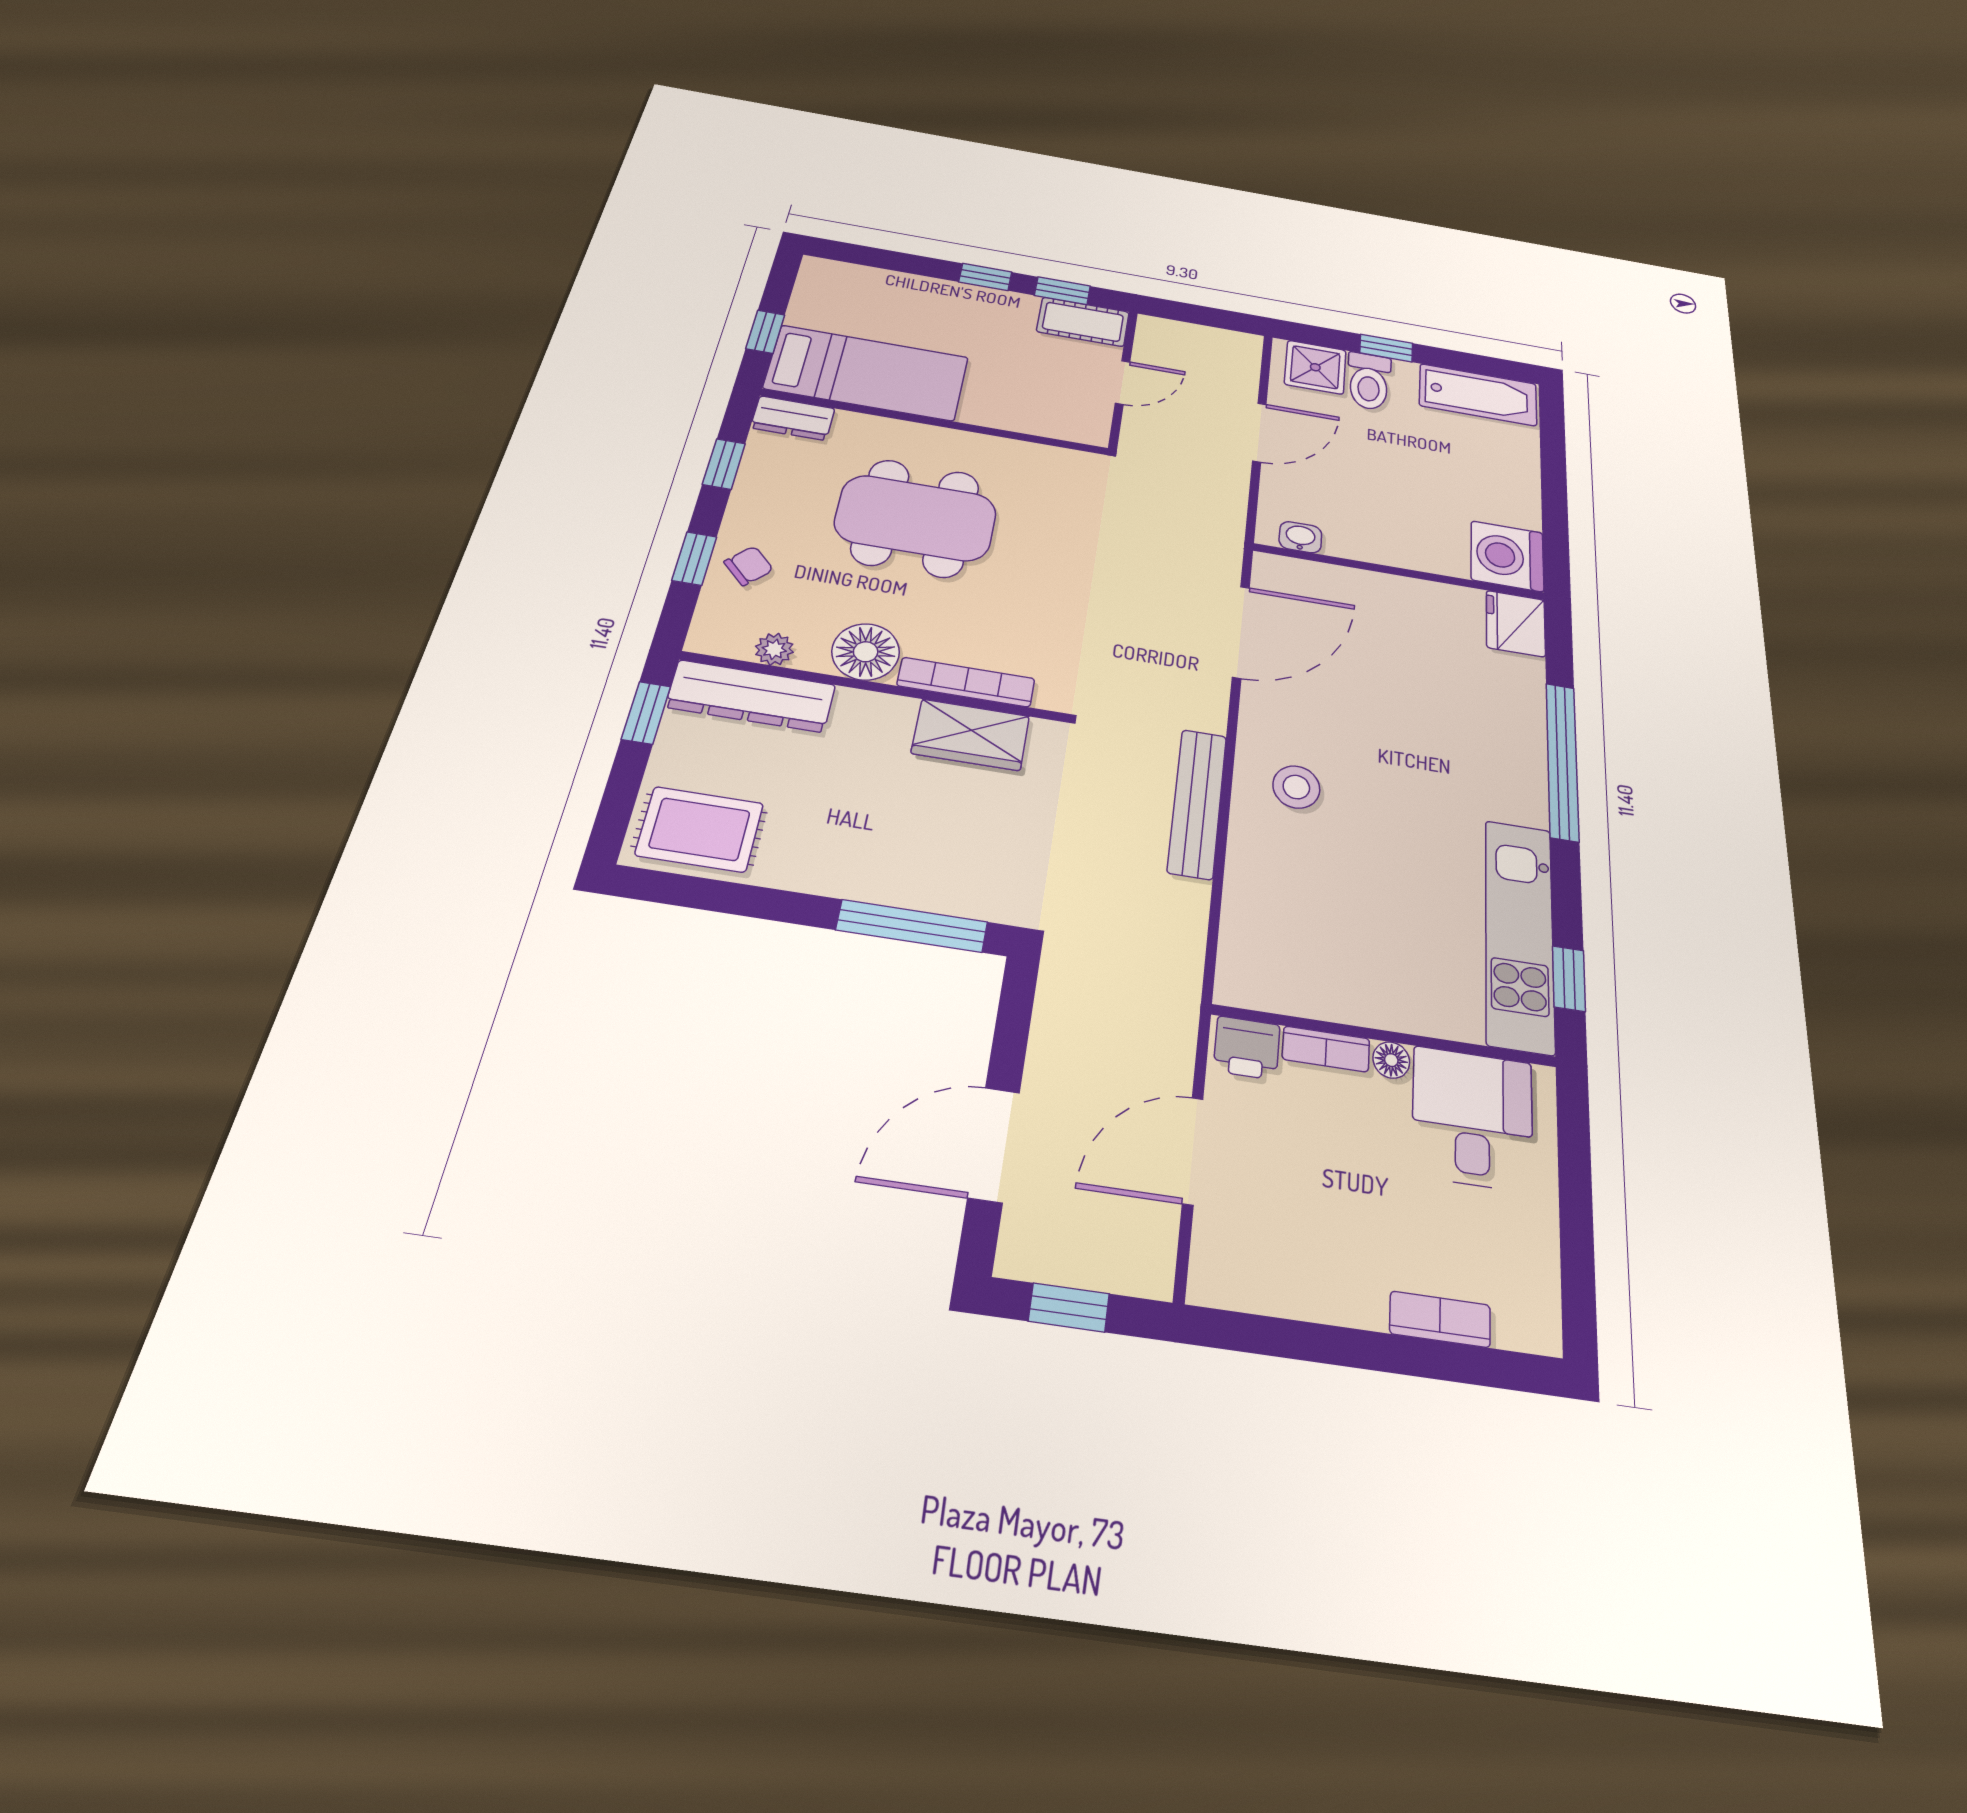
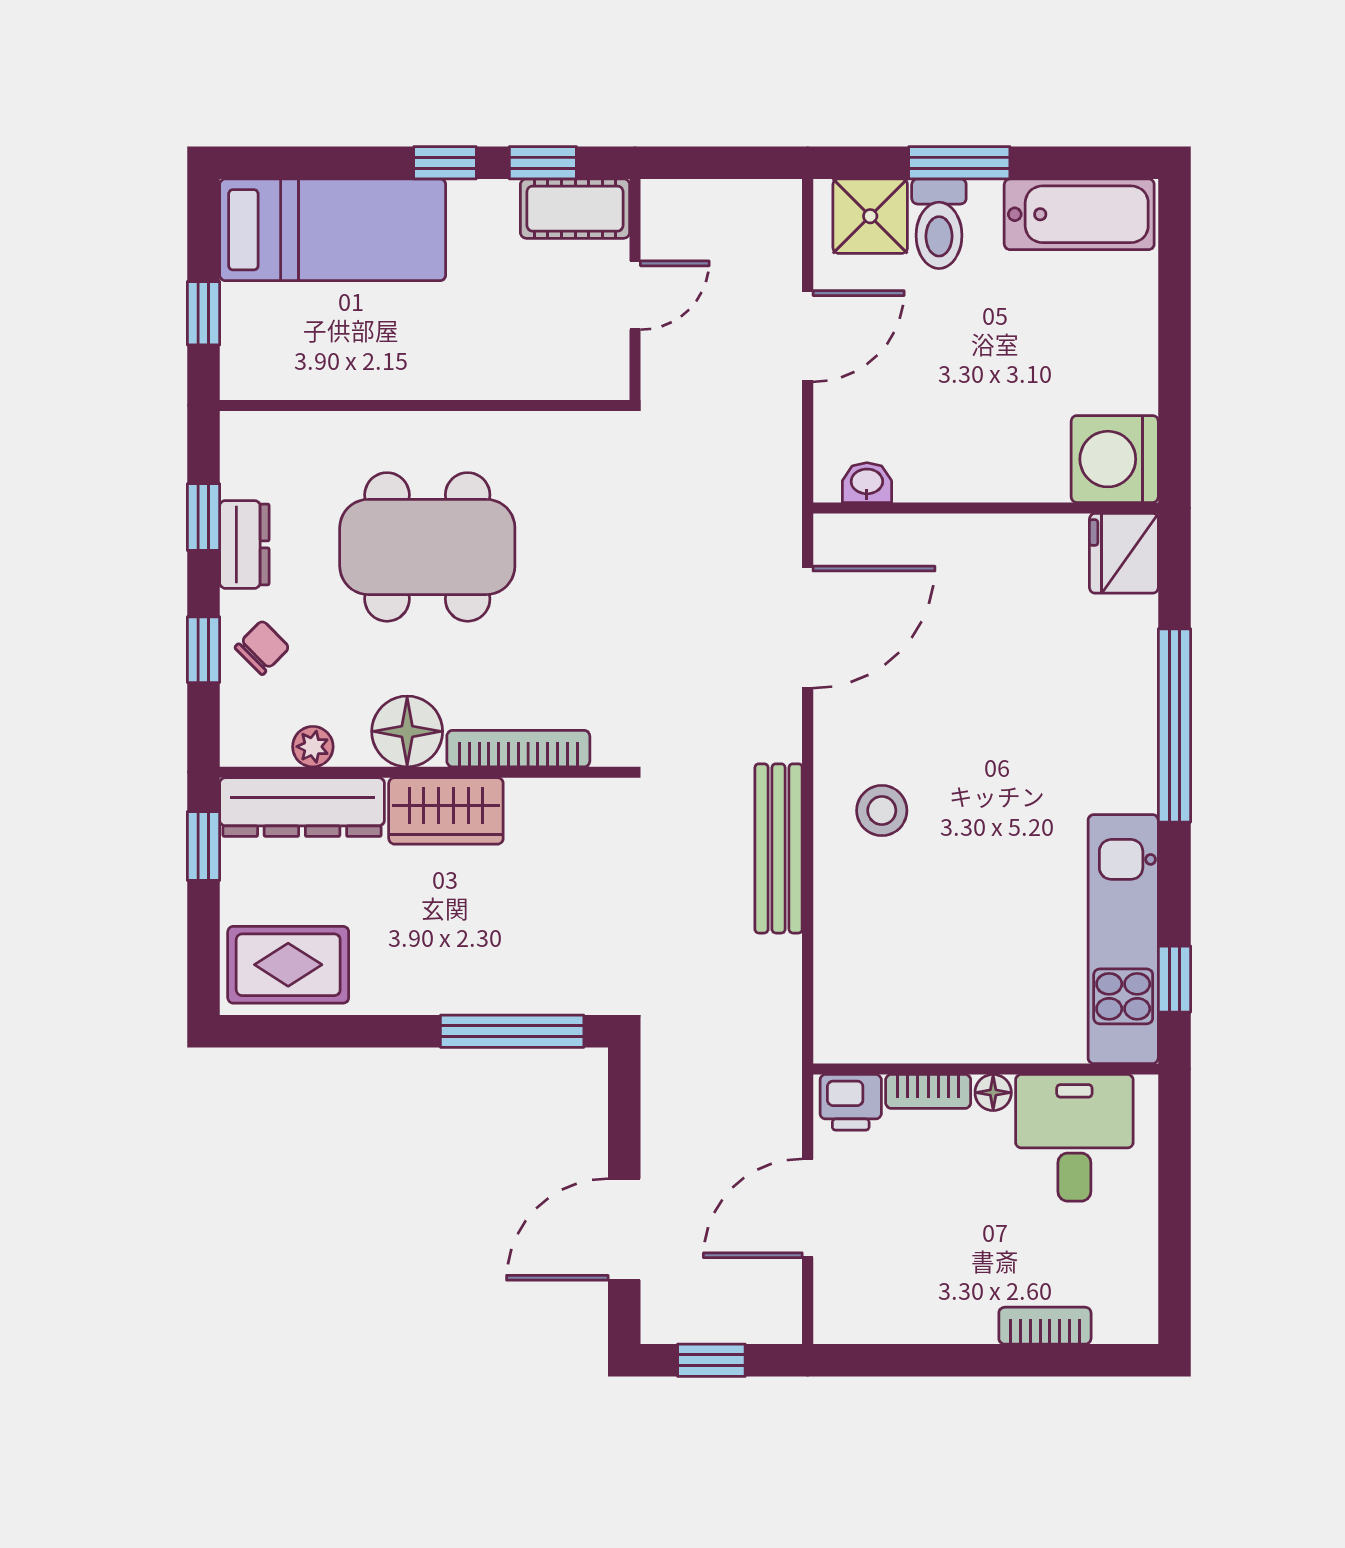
window: (1386, 348) -> (959, 163), width x1.50
bed: (867, 373) -> (333, 230), moved
dresser: (793, 418) -> (244, 544), moved, turned -90
wardrobe: (971, 735) -> (446, 811), moved

